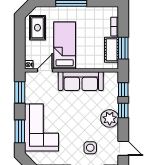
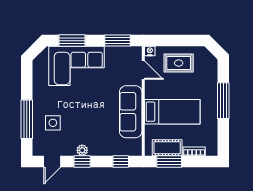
rug: (37, 28) -> (179, 63), moved
bed: (65, 45) -> (172, 112), moved
window: (123, 110) -> (82, 161), moved
plant: (110, 118) -> (82, 150), width x0.53, depth x0.53

